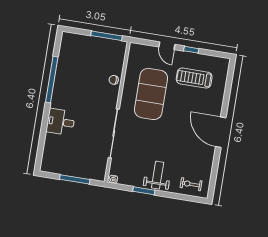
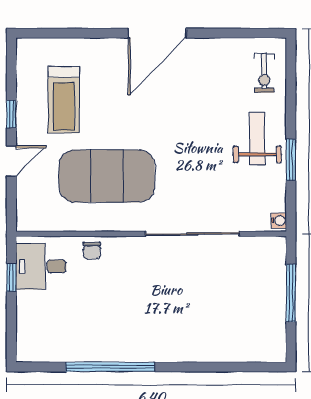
window: (107, 36) -> (11, 278), width x0.46
desk: (61, 122) -> (41, 266), moved, turned 90
weight bench: (158, 175) -> (257, 139), turned 90

